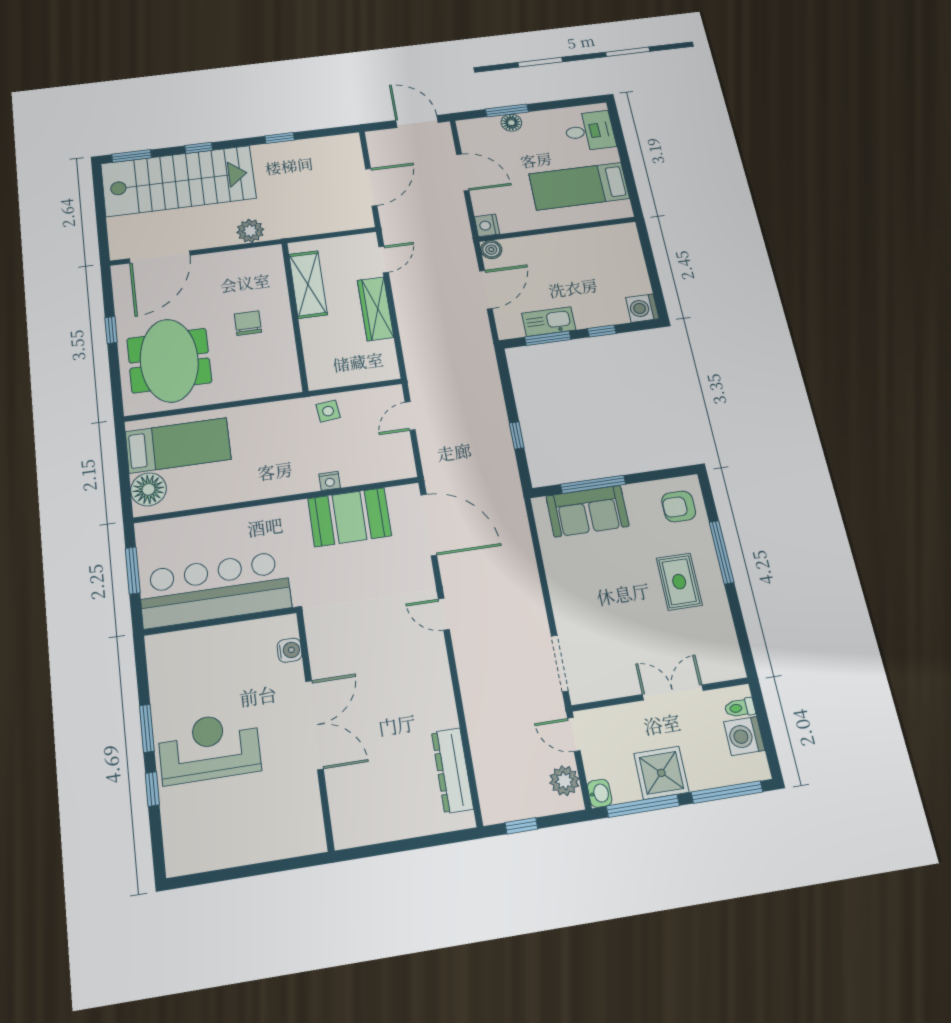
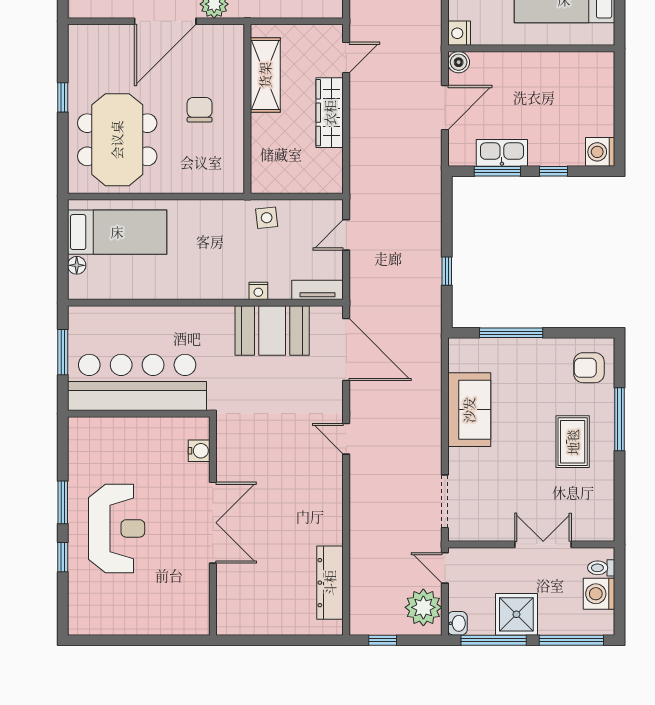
door: (160, 257) -> (165, 21), moved
tv unit: (390, 471) -> (317, 290), added
floor lamp: (148, 489) -> (77, 265), width x0.53, depth x0.53
sofa: (588, 511) -> (469, 410), moved, turned -90
reception desk: (209, 748) -> (117, 528), turned 90
plant: (564, 781) -> (423, 607), width x1.36, depth x1.36

